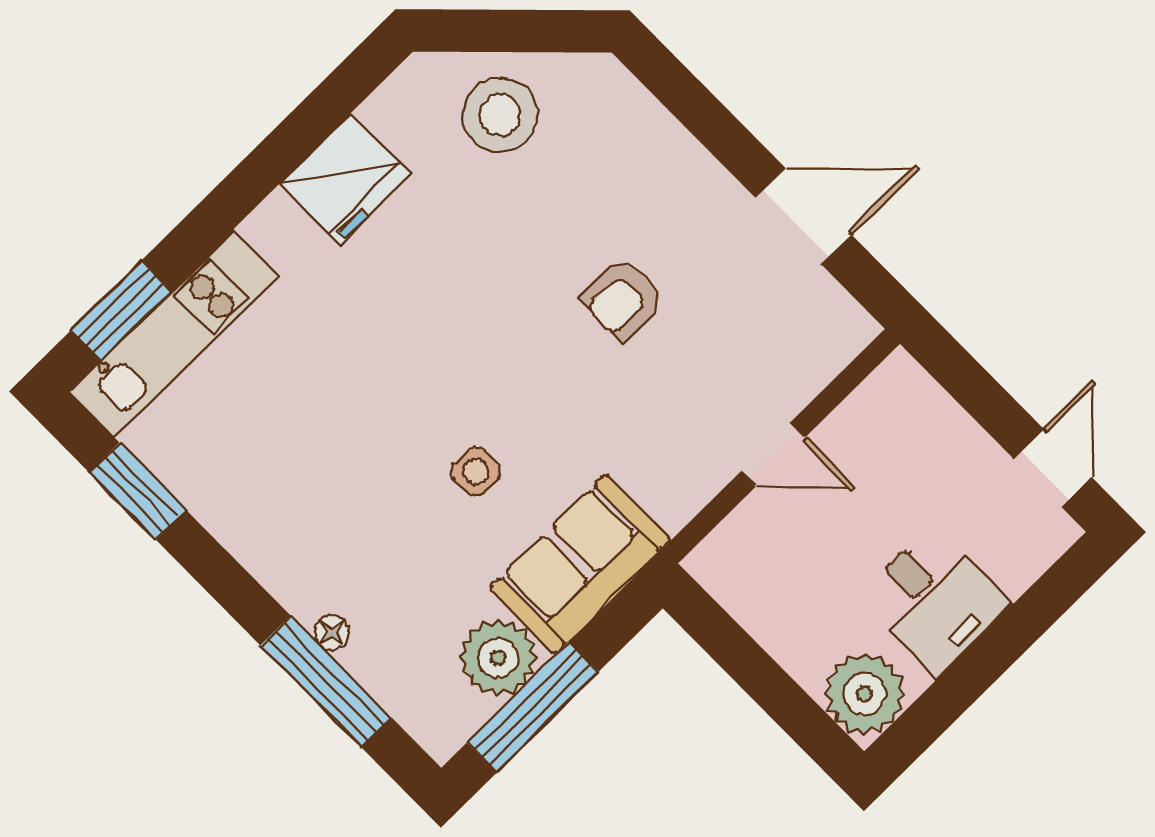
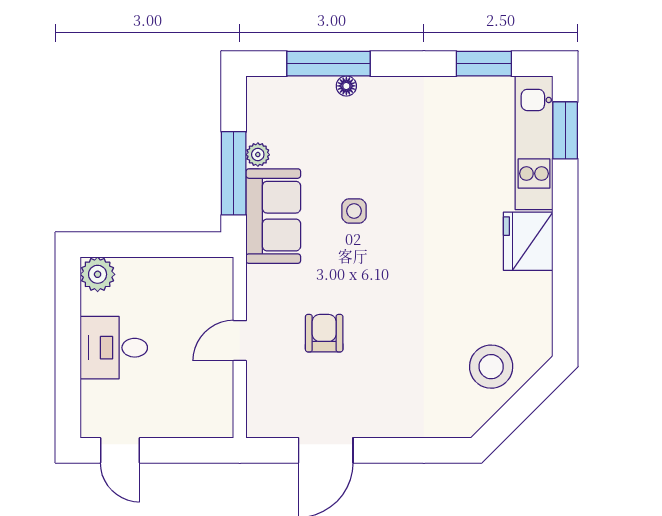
fridge: (345, 179) -> (528, 241), moved
armchair: (623, 299) -> (324, 333), moved
plant: (498, 658) -> (258, 155), width x0.53, depth x0.53
plant: (864, 694) -> (98, 274), width x0.73, depth x0.73
window: (533, 707) -> (234, 173), moved

